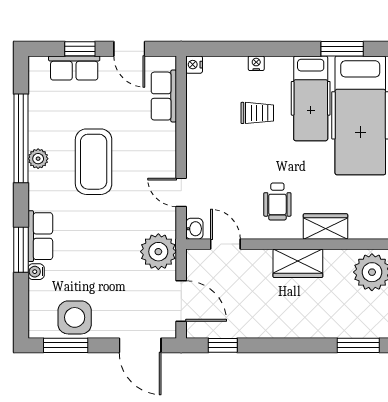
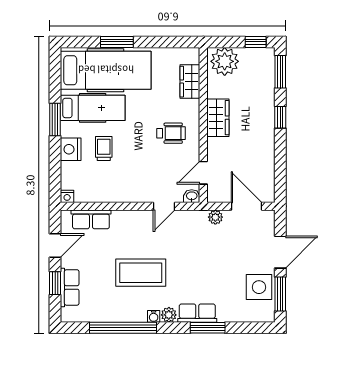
window: (342, 49) -> (55, 119), moved
nightstand: (256, 63) -> (71, 149), width x1.89, depth x1.79
plant: (38, 159) -> (169, 315), moved
wardrobe: (325, 227) -> (190, 82), moved
plant: (158, 252) -> (215, 217), width x0.53, depth x0.53
water cooler: (36, 272) -> (154, 316), moved
door: (181, 301) -> (246, 206), hinge flipped
door: (140, 345) -> (280, 252), moved
window: (223, 345) -> (280, 117), moved

